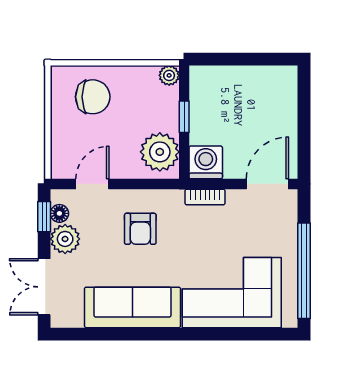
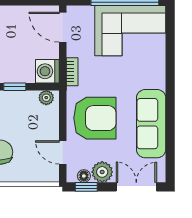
plant: (160, 152) -> (46, 98), width x0.53, depth x0.53
armchair: (140, 229) -> (95, 118), width x1.88, depth x1.88
double door: (44, 287) -> (136, 187), swing flipped
corner sofa: (232, 293) -> (130, 31), moved, turned -90

